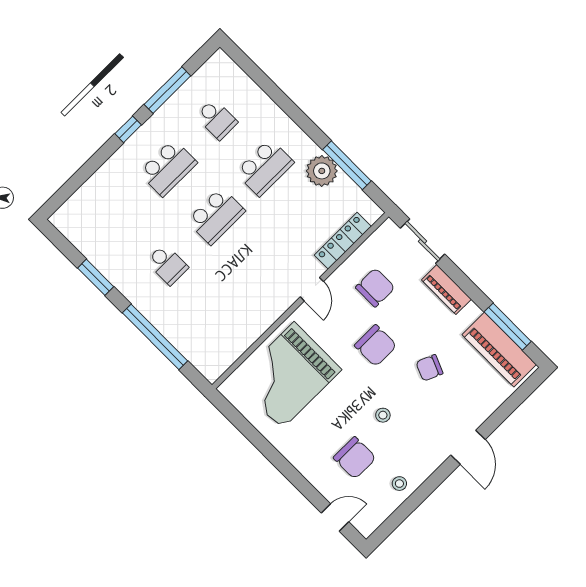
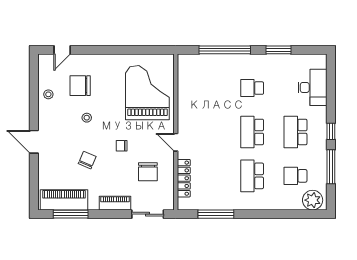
plant: (322, 171) -> (313, 200), moved
desk: (100, 198) -> (312, 87), added
chair: (376, 346) -> (122, 146), width x0.54, depth x0.54

